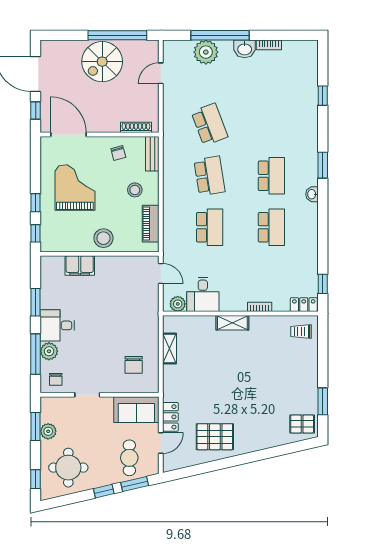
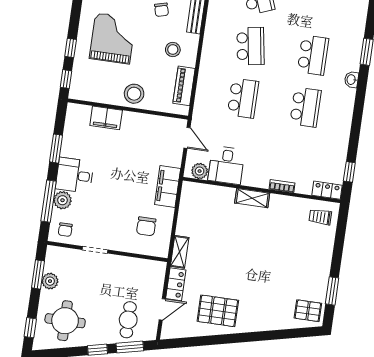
filing cabinet: (149, 323) -> (168, 186), added
shelving: (170, 348) -> (180, 252), moved
sofa: (136, 410) -> (142, 272), removed

